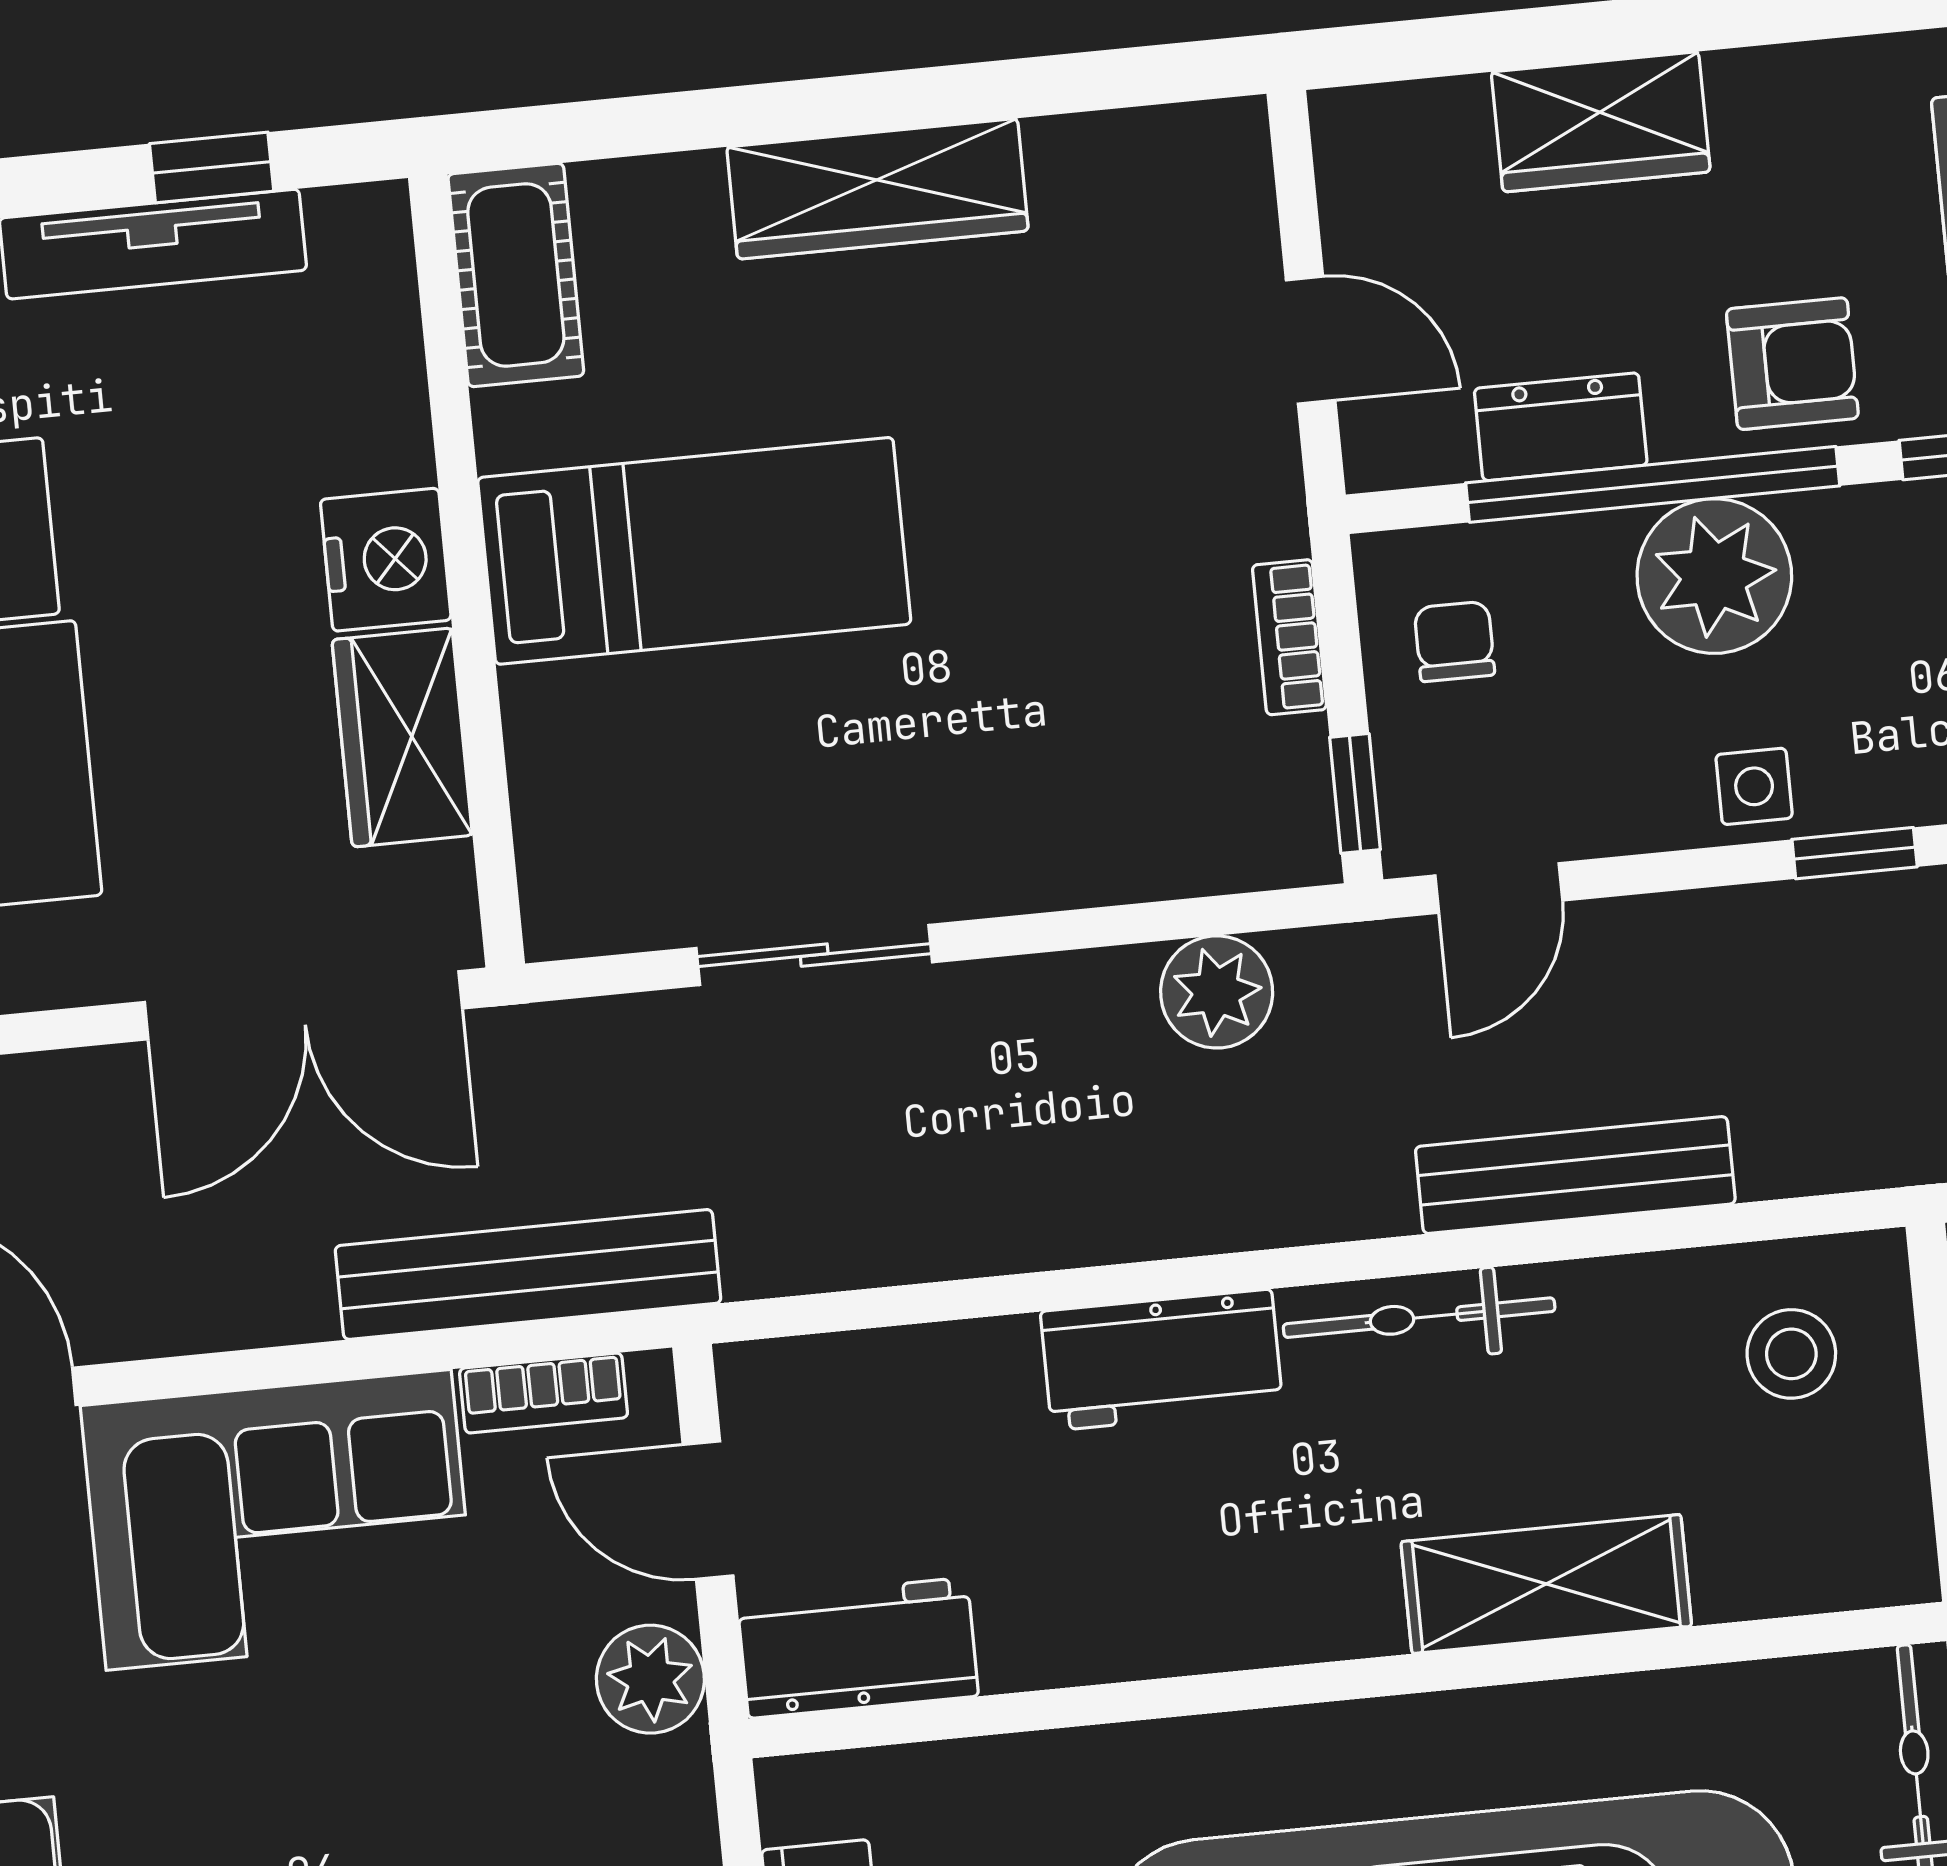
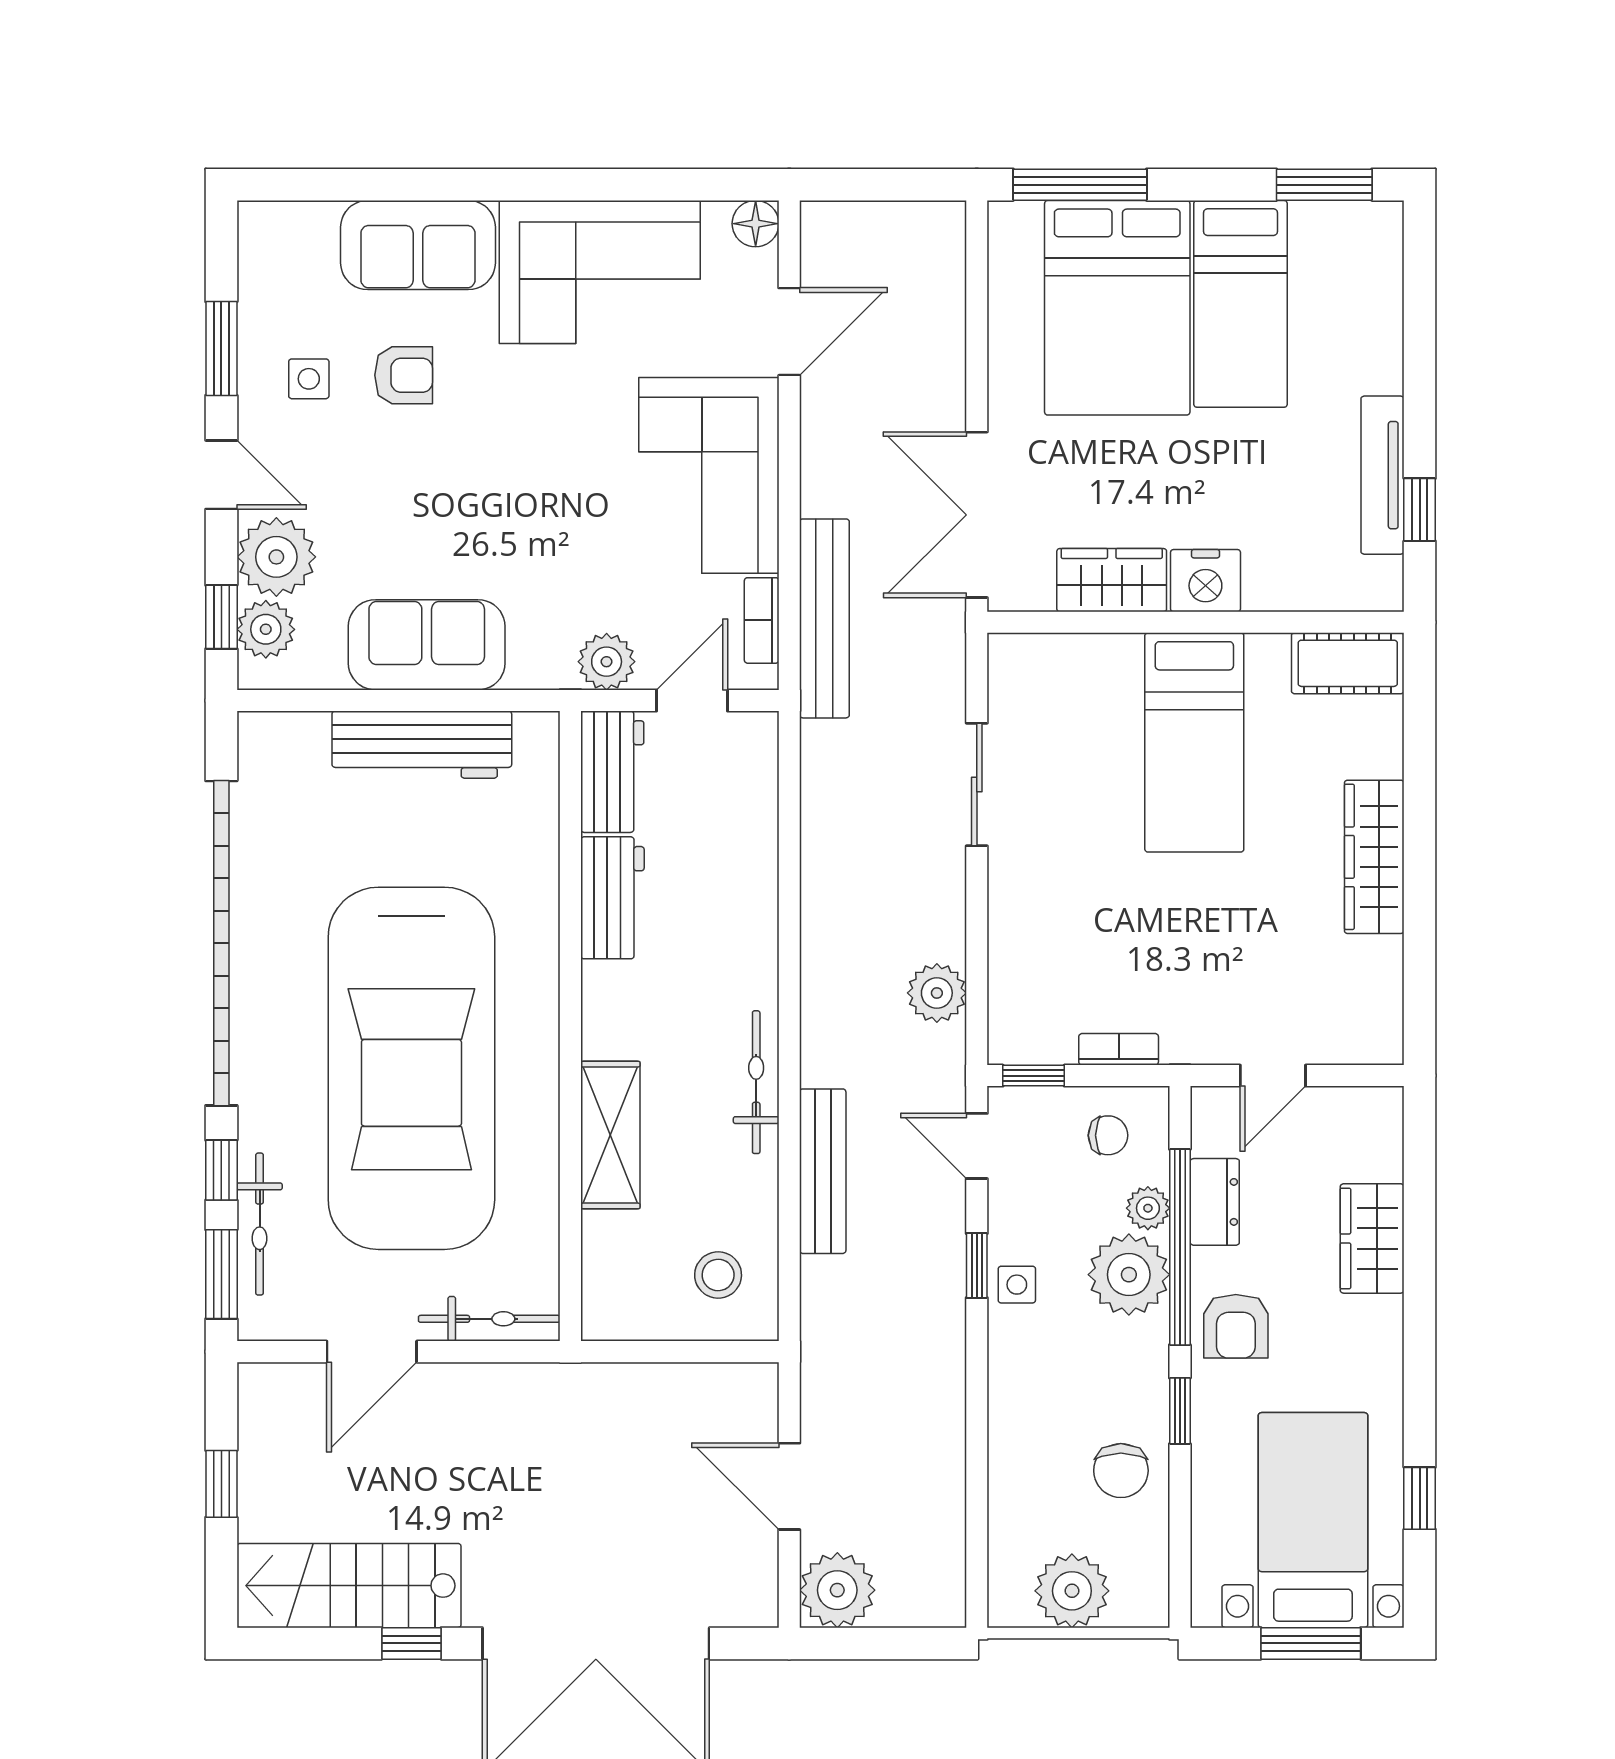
plant: (1585, 552) -> (1148, 1208), added
window: (1855, 853) -> (977, 1266), moved
workbench: (1162, 1360) -> (612, 898), moved, turned 180

